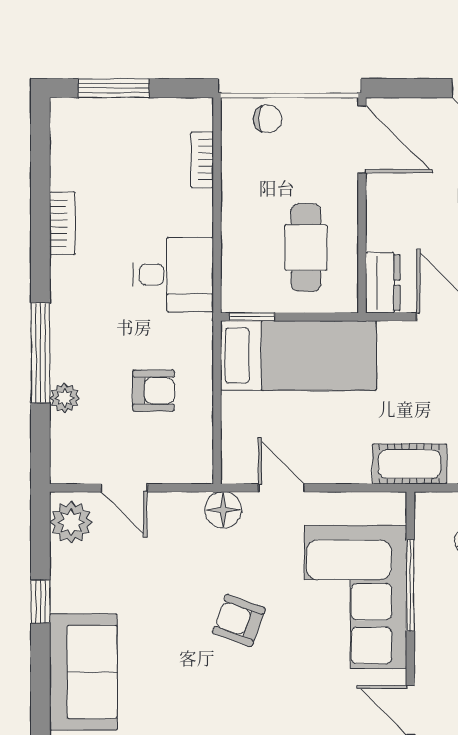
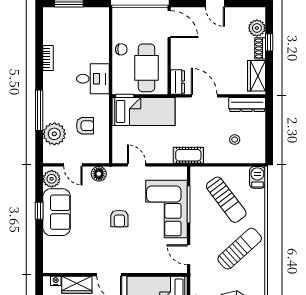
chair: (268, 119) -> (121, 49), moved
bookcase: (202, 160) -> (105, 32), removed
cafe table: (306, 248) -> (146, 68), width x1.37, depth x1.35
plant: (65, 398) -> (54, 134), width x1.88, depth x1.88
floor lamp: (223, 510) -> (99, 174), moved
armchair: (239, 620) -> (119, 219), turned -110
sofa: (83, 672) -> (57, 212), moved

